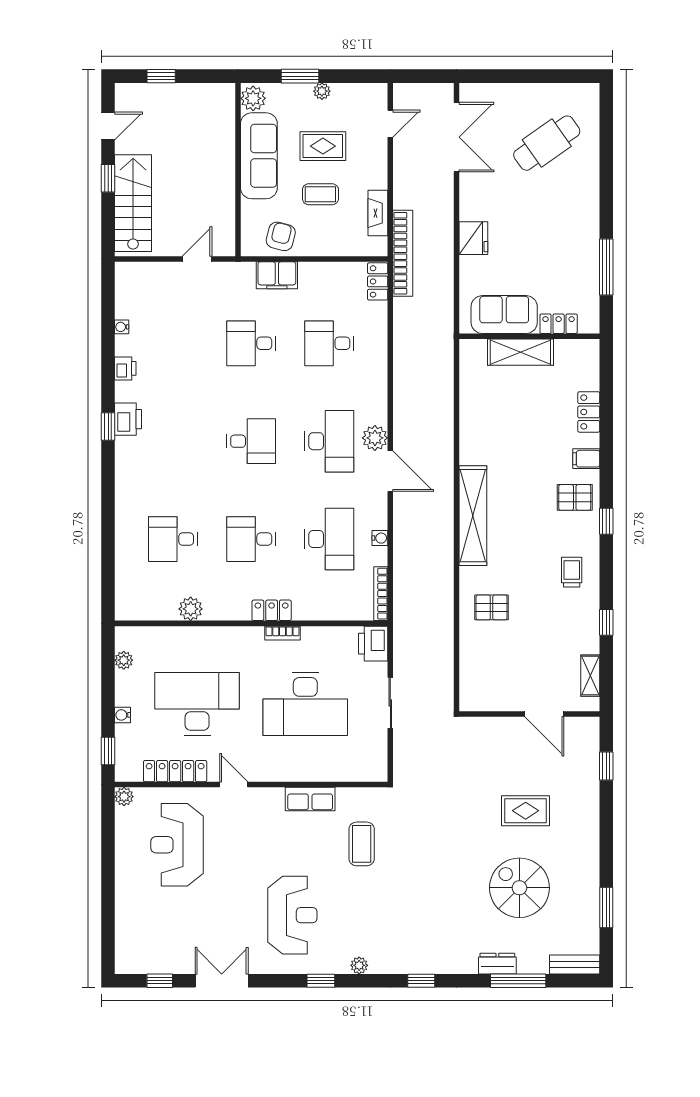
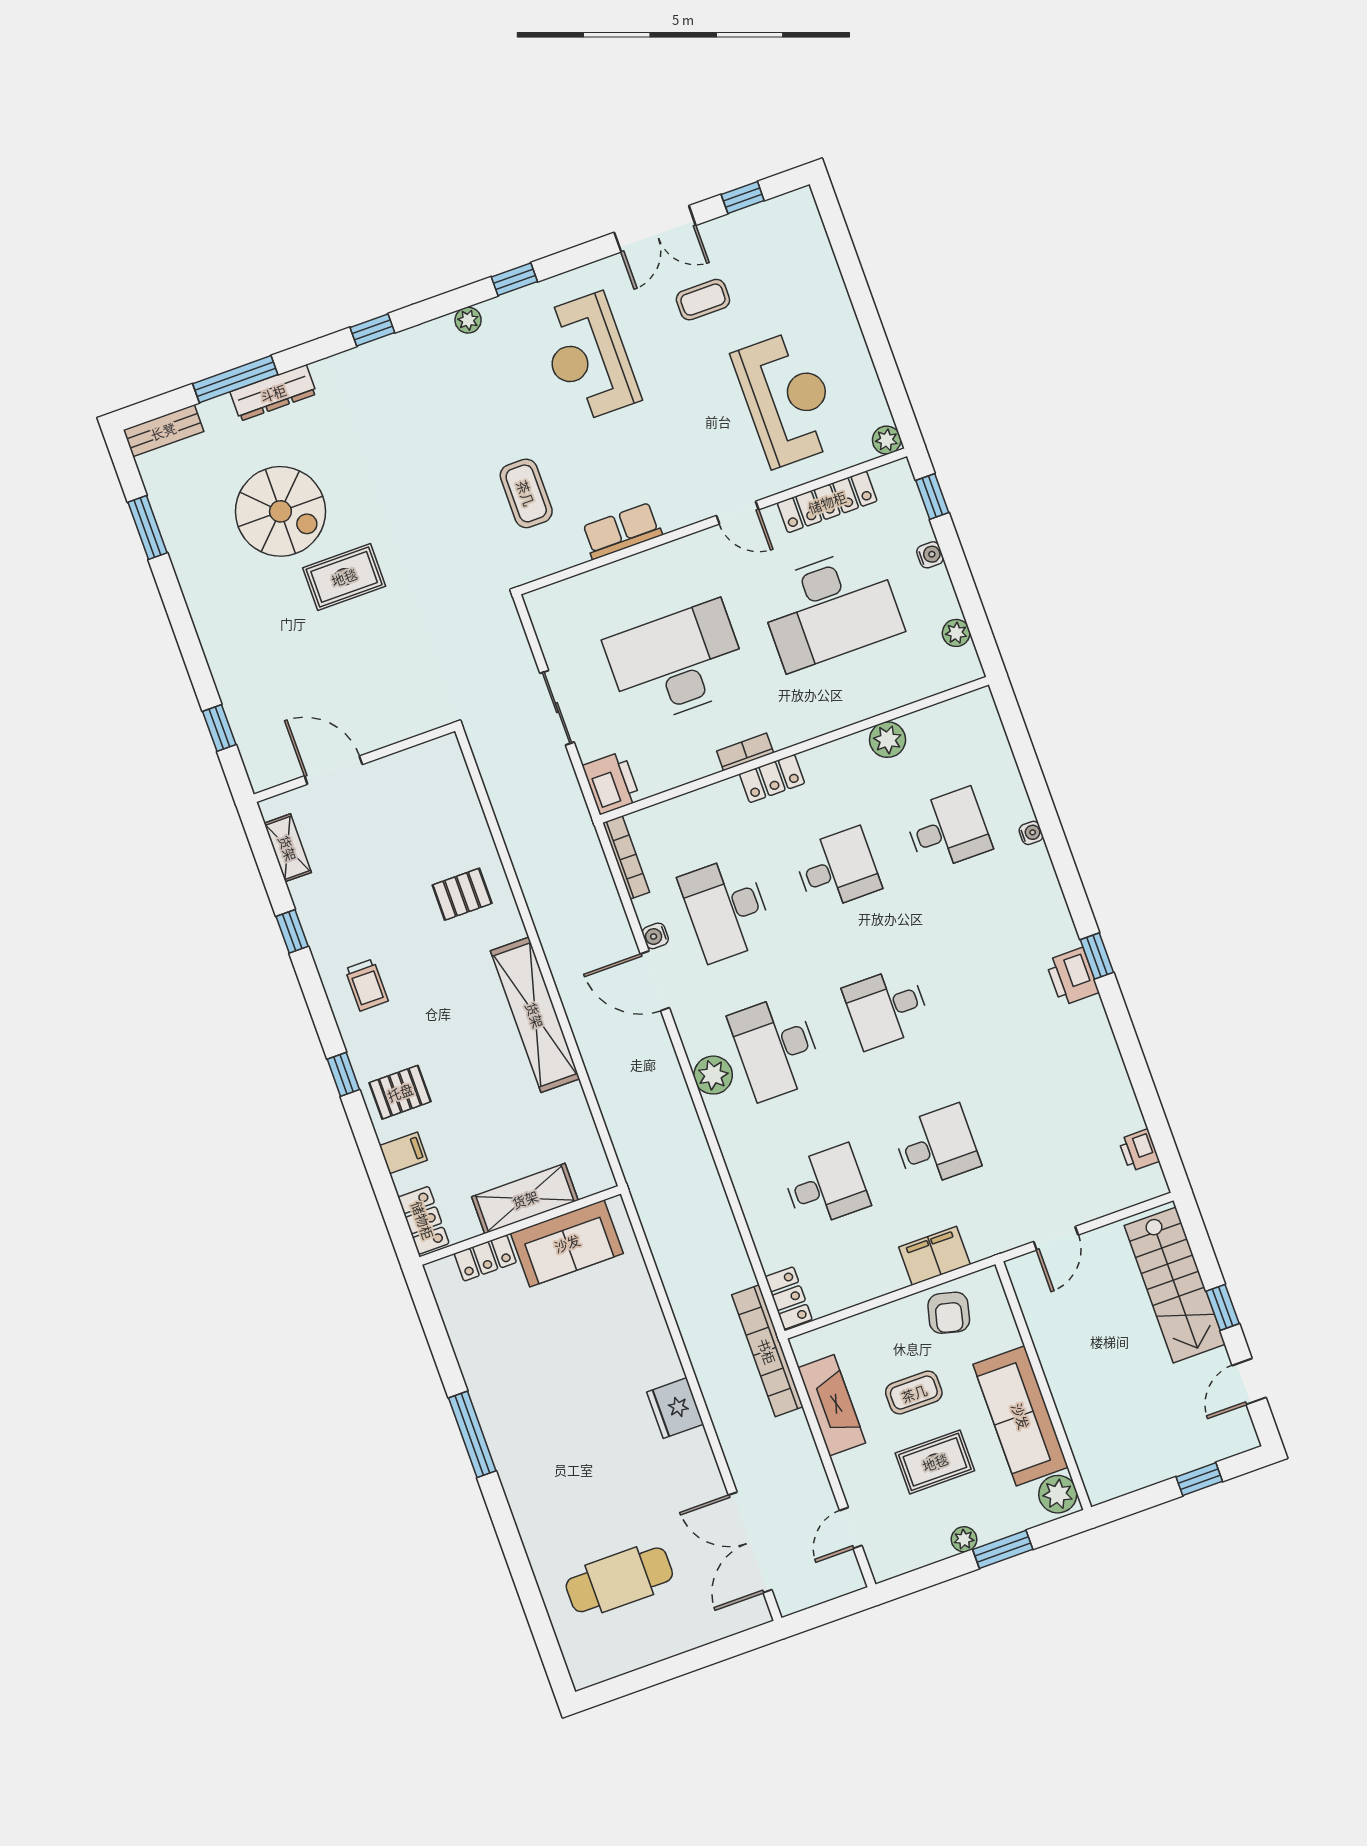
cafe table: (547, 143) -> (619, 1580), turned 35
fireplace: (378, 213) -> (832, 1405), width x1.37, depth x1.32
sofa: (504, 315) -> (567, 1243), moved
locker: (559, 324) -> (485, 1258), moved
water cooler: (122, 327) -> (1031, 833), moved
wall: (529, 336) -> (520, 1225), moved
shelving: (520, 352) -> (525, 1199), moved
printer: (125, 368) -> (1139, 1150), moved
door: (390, 471) -> (655, 981), moved
rug: (526, 811) -> (344, 577), moved
coffee table: (207, 926) -> (703, 300), added
dresser: (497, 964) -> (273, 393), width x1.44

